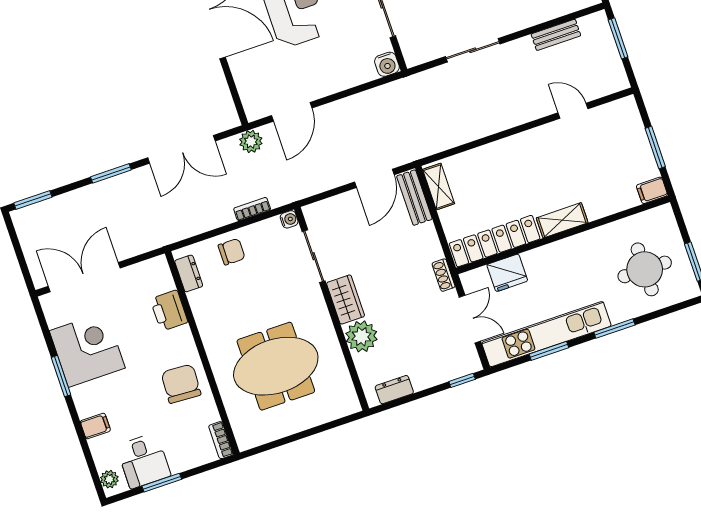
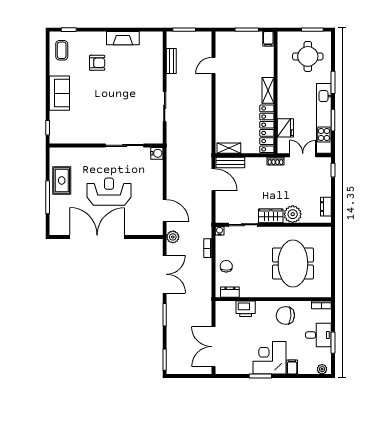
corner desk: (87, 349) -> (269, 358), moved
desk: (143, 461) -> (318, 335), moved

